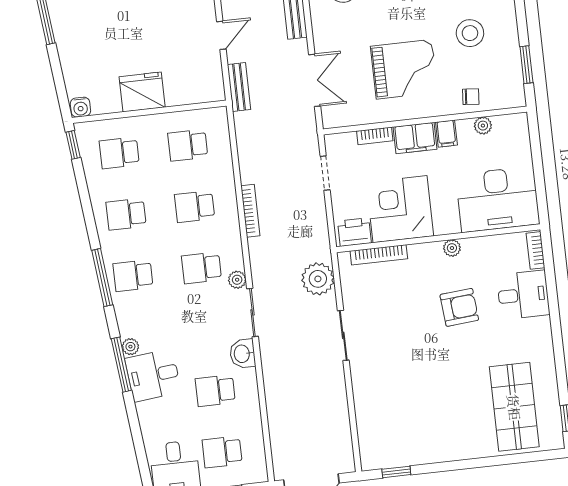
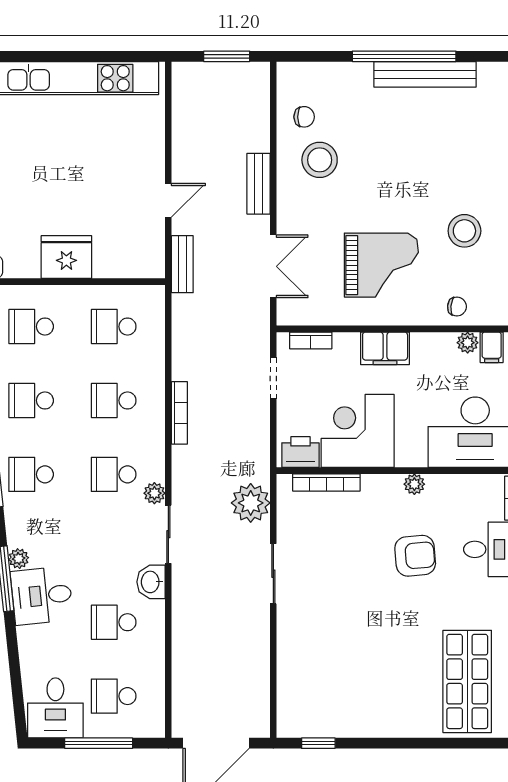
filing cabinet: (446, 134) -> (492, 347), moved
bookcase: (375, 136) -> (311, 340), moved

